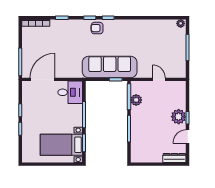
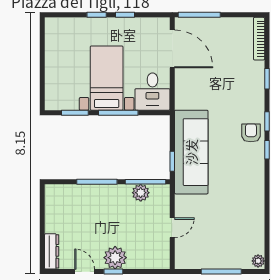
bed with nightstands: (61, 145) -> (107, 78), moved

